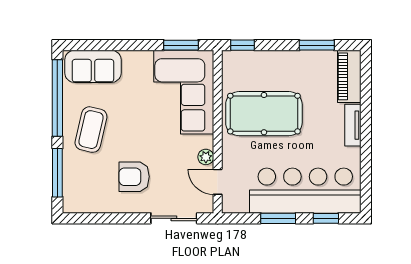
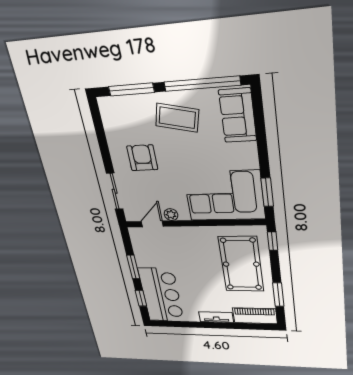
pool table: (264, 114) -> (241, 264), moved
bar counter: (305, 191) -> (161, 295), width x0.73

